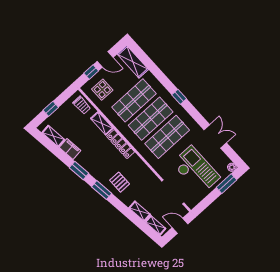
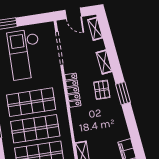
locker: (121, 144) -> (73, 90), moved
window: (79, 171) -> (132, 125), removed
shelving: (140, 211) -> (104, 62), moved

